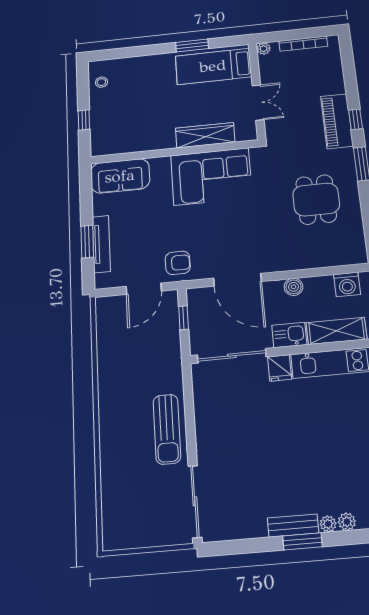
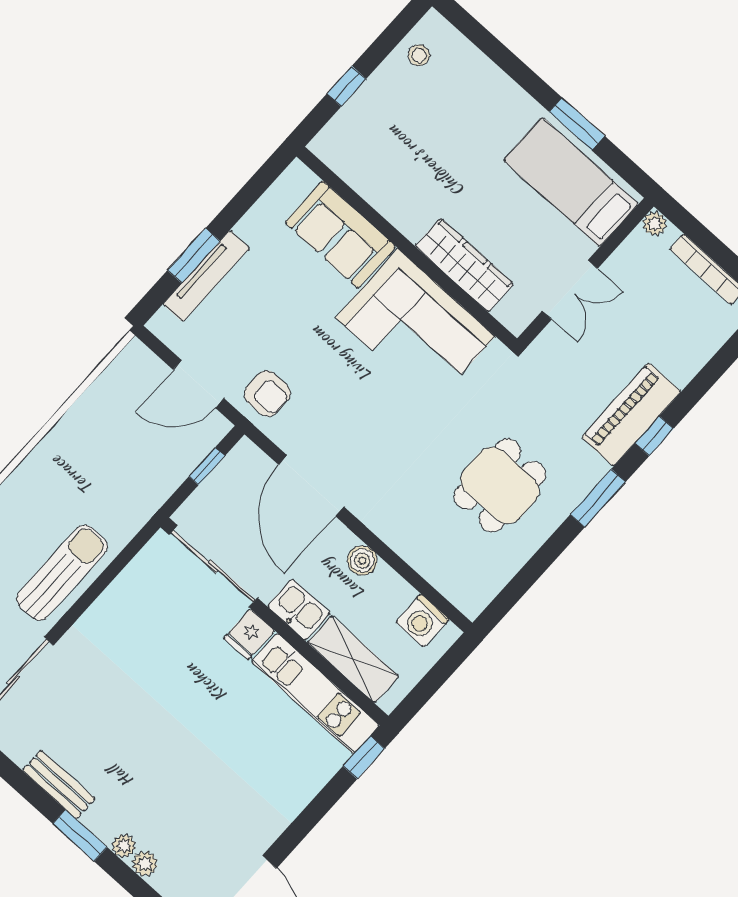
sofa: (120, 176) -> (340, 235), moved
sun lounger: (167, 429) -> (62, 573), turned 180
bench: (293, 526) -> (59, 785), moved

